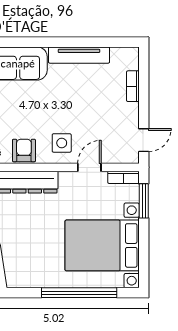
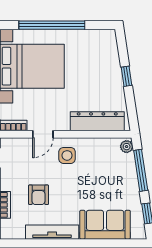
armchair: (24, 150) -> (39, 195), moved

